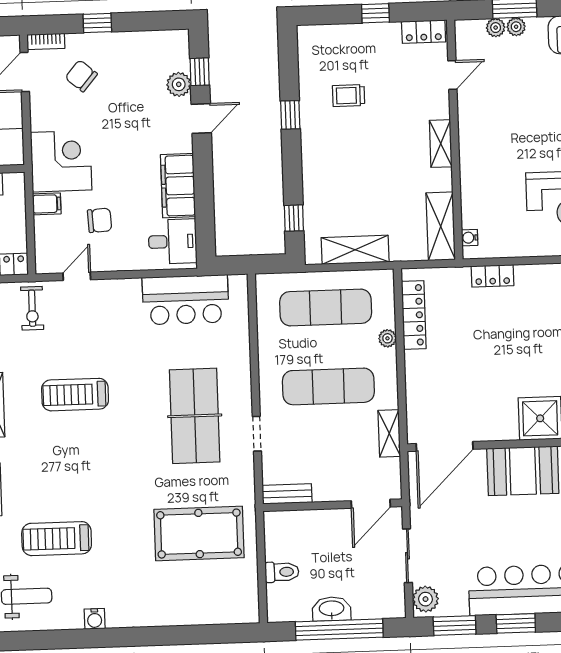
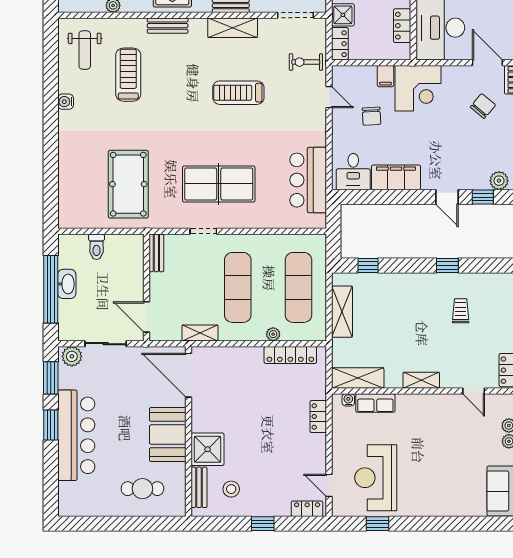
plant: (179, 84) -> (499, 181), moved
row of seats: (472, 202) -> (375, 403), added
treadmill: (75, 395) -> (238, 93), turned -90

